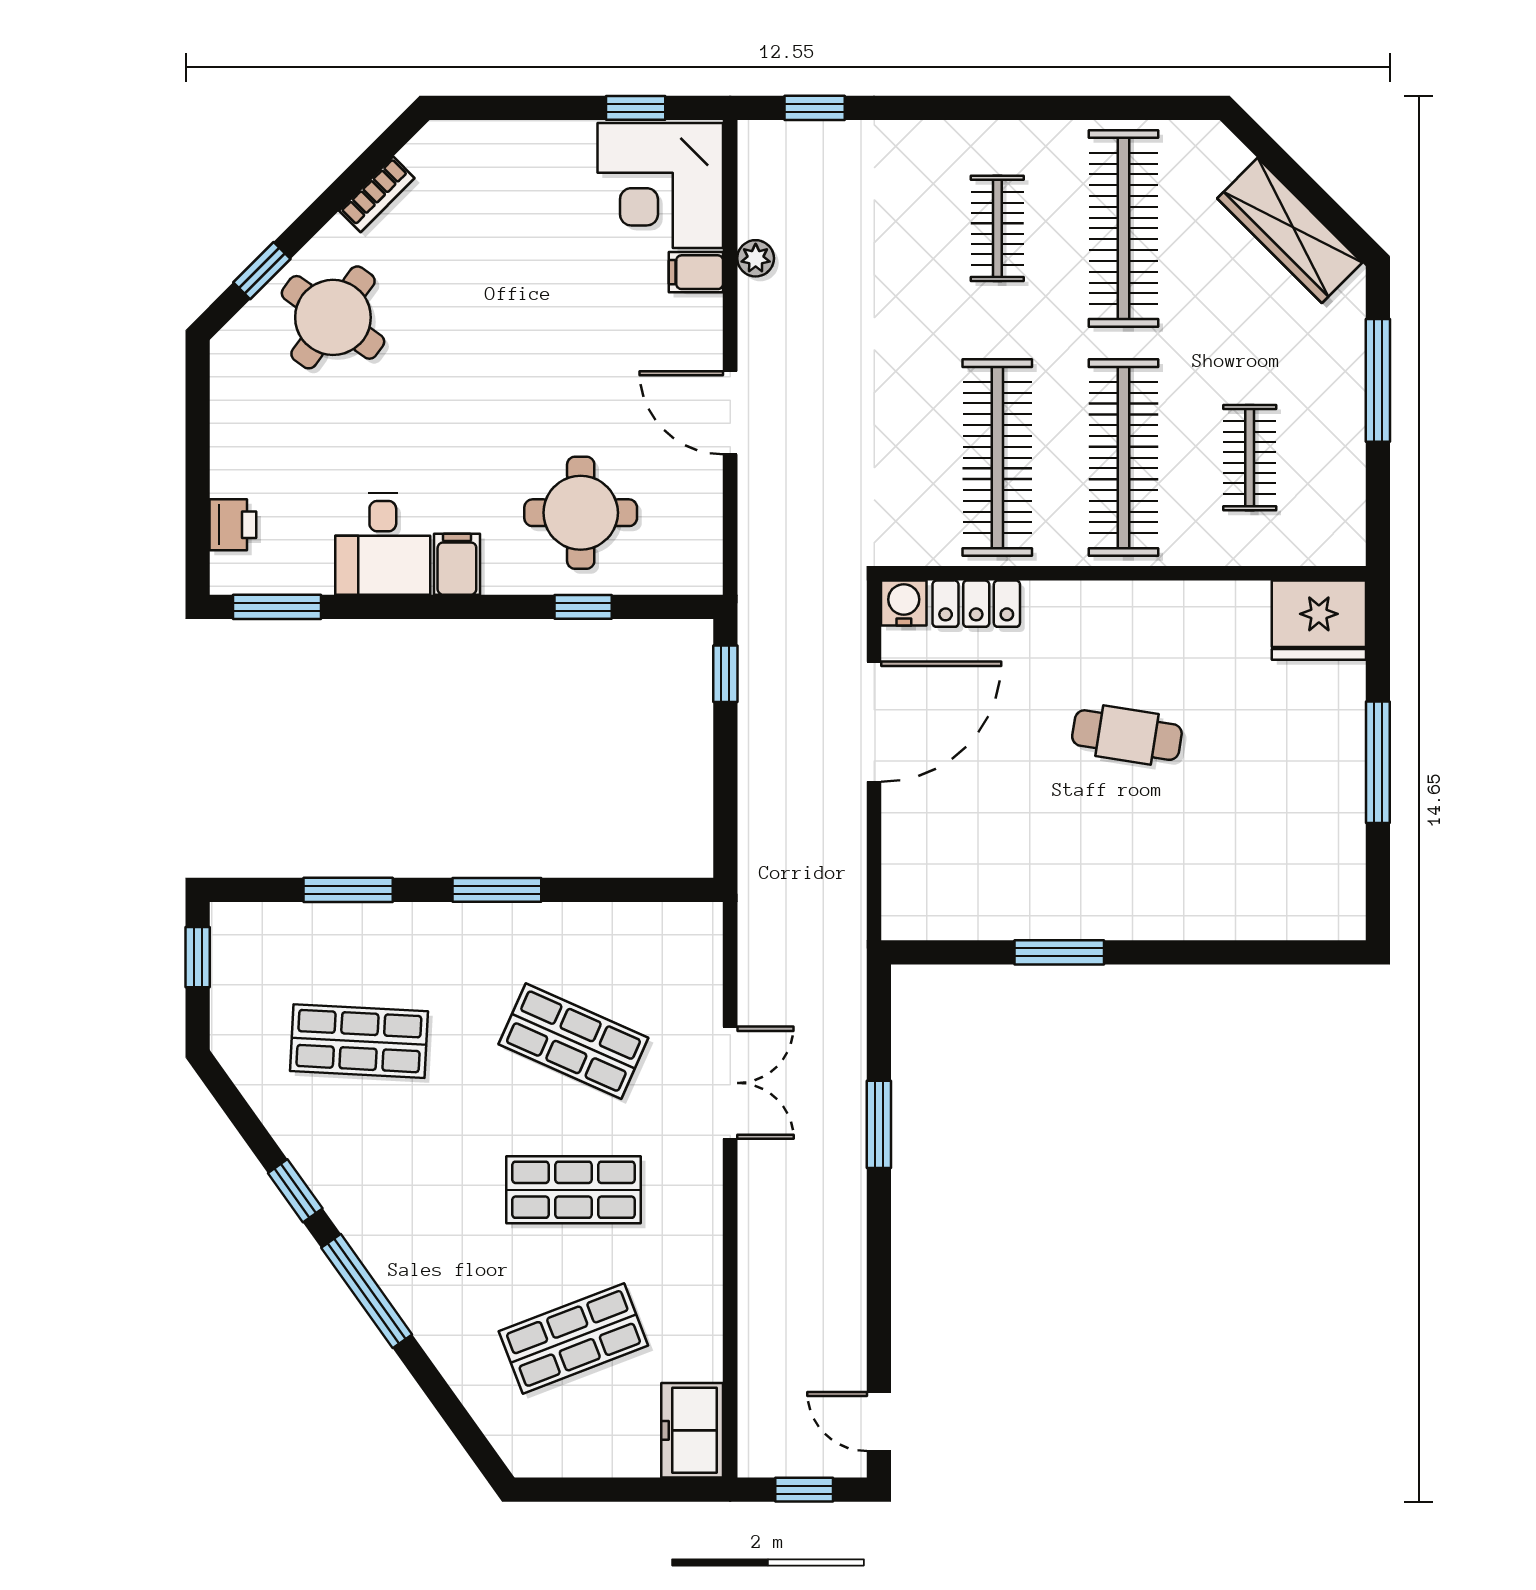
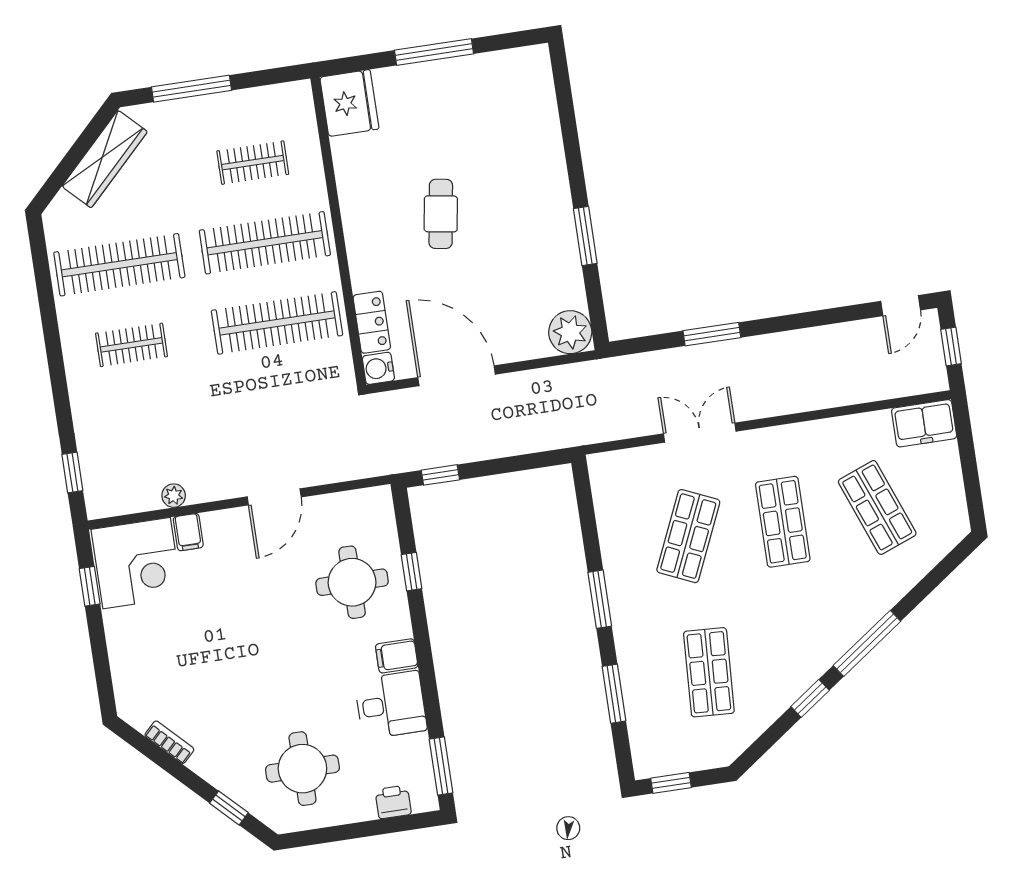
round table: (333, 317) -> (302, 769), moved, turned -36
plant: (915, 907) -> (570, 332), added

